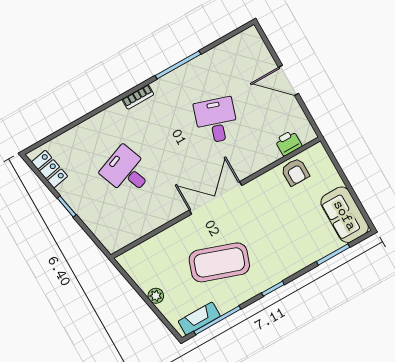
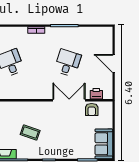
double door: (216, 198) -> (69, 100), moved
coffee table: (219, 262) -> (30, 132), width x0.54, depth x0.58

